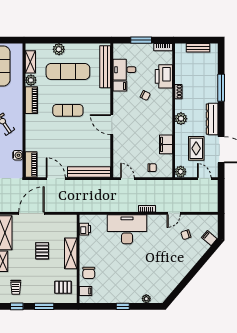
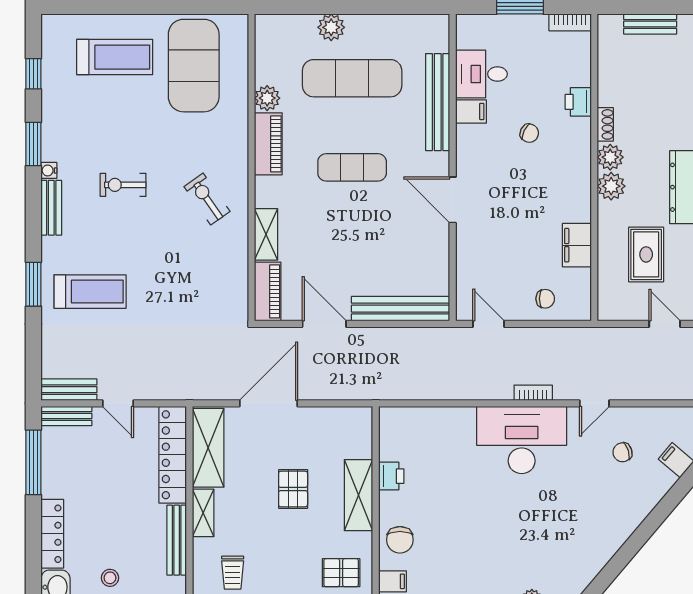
shelving: (30, 62) -> (266, 234), moved
bench: (105, 67) -> (438, 102), moved
printer: (164, 76) -> (578, 102), width x0.53, depth x0.68
water cooler: (18, 155) -> (237, 270), removed
plant: (181, 172) -> (610, 157), moved
printer: (85, 229) -> (391, 476), moved
desk: (127, 229) -> (522, 440), moved

